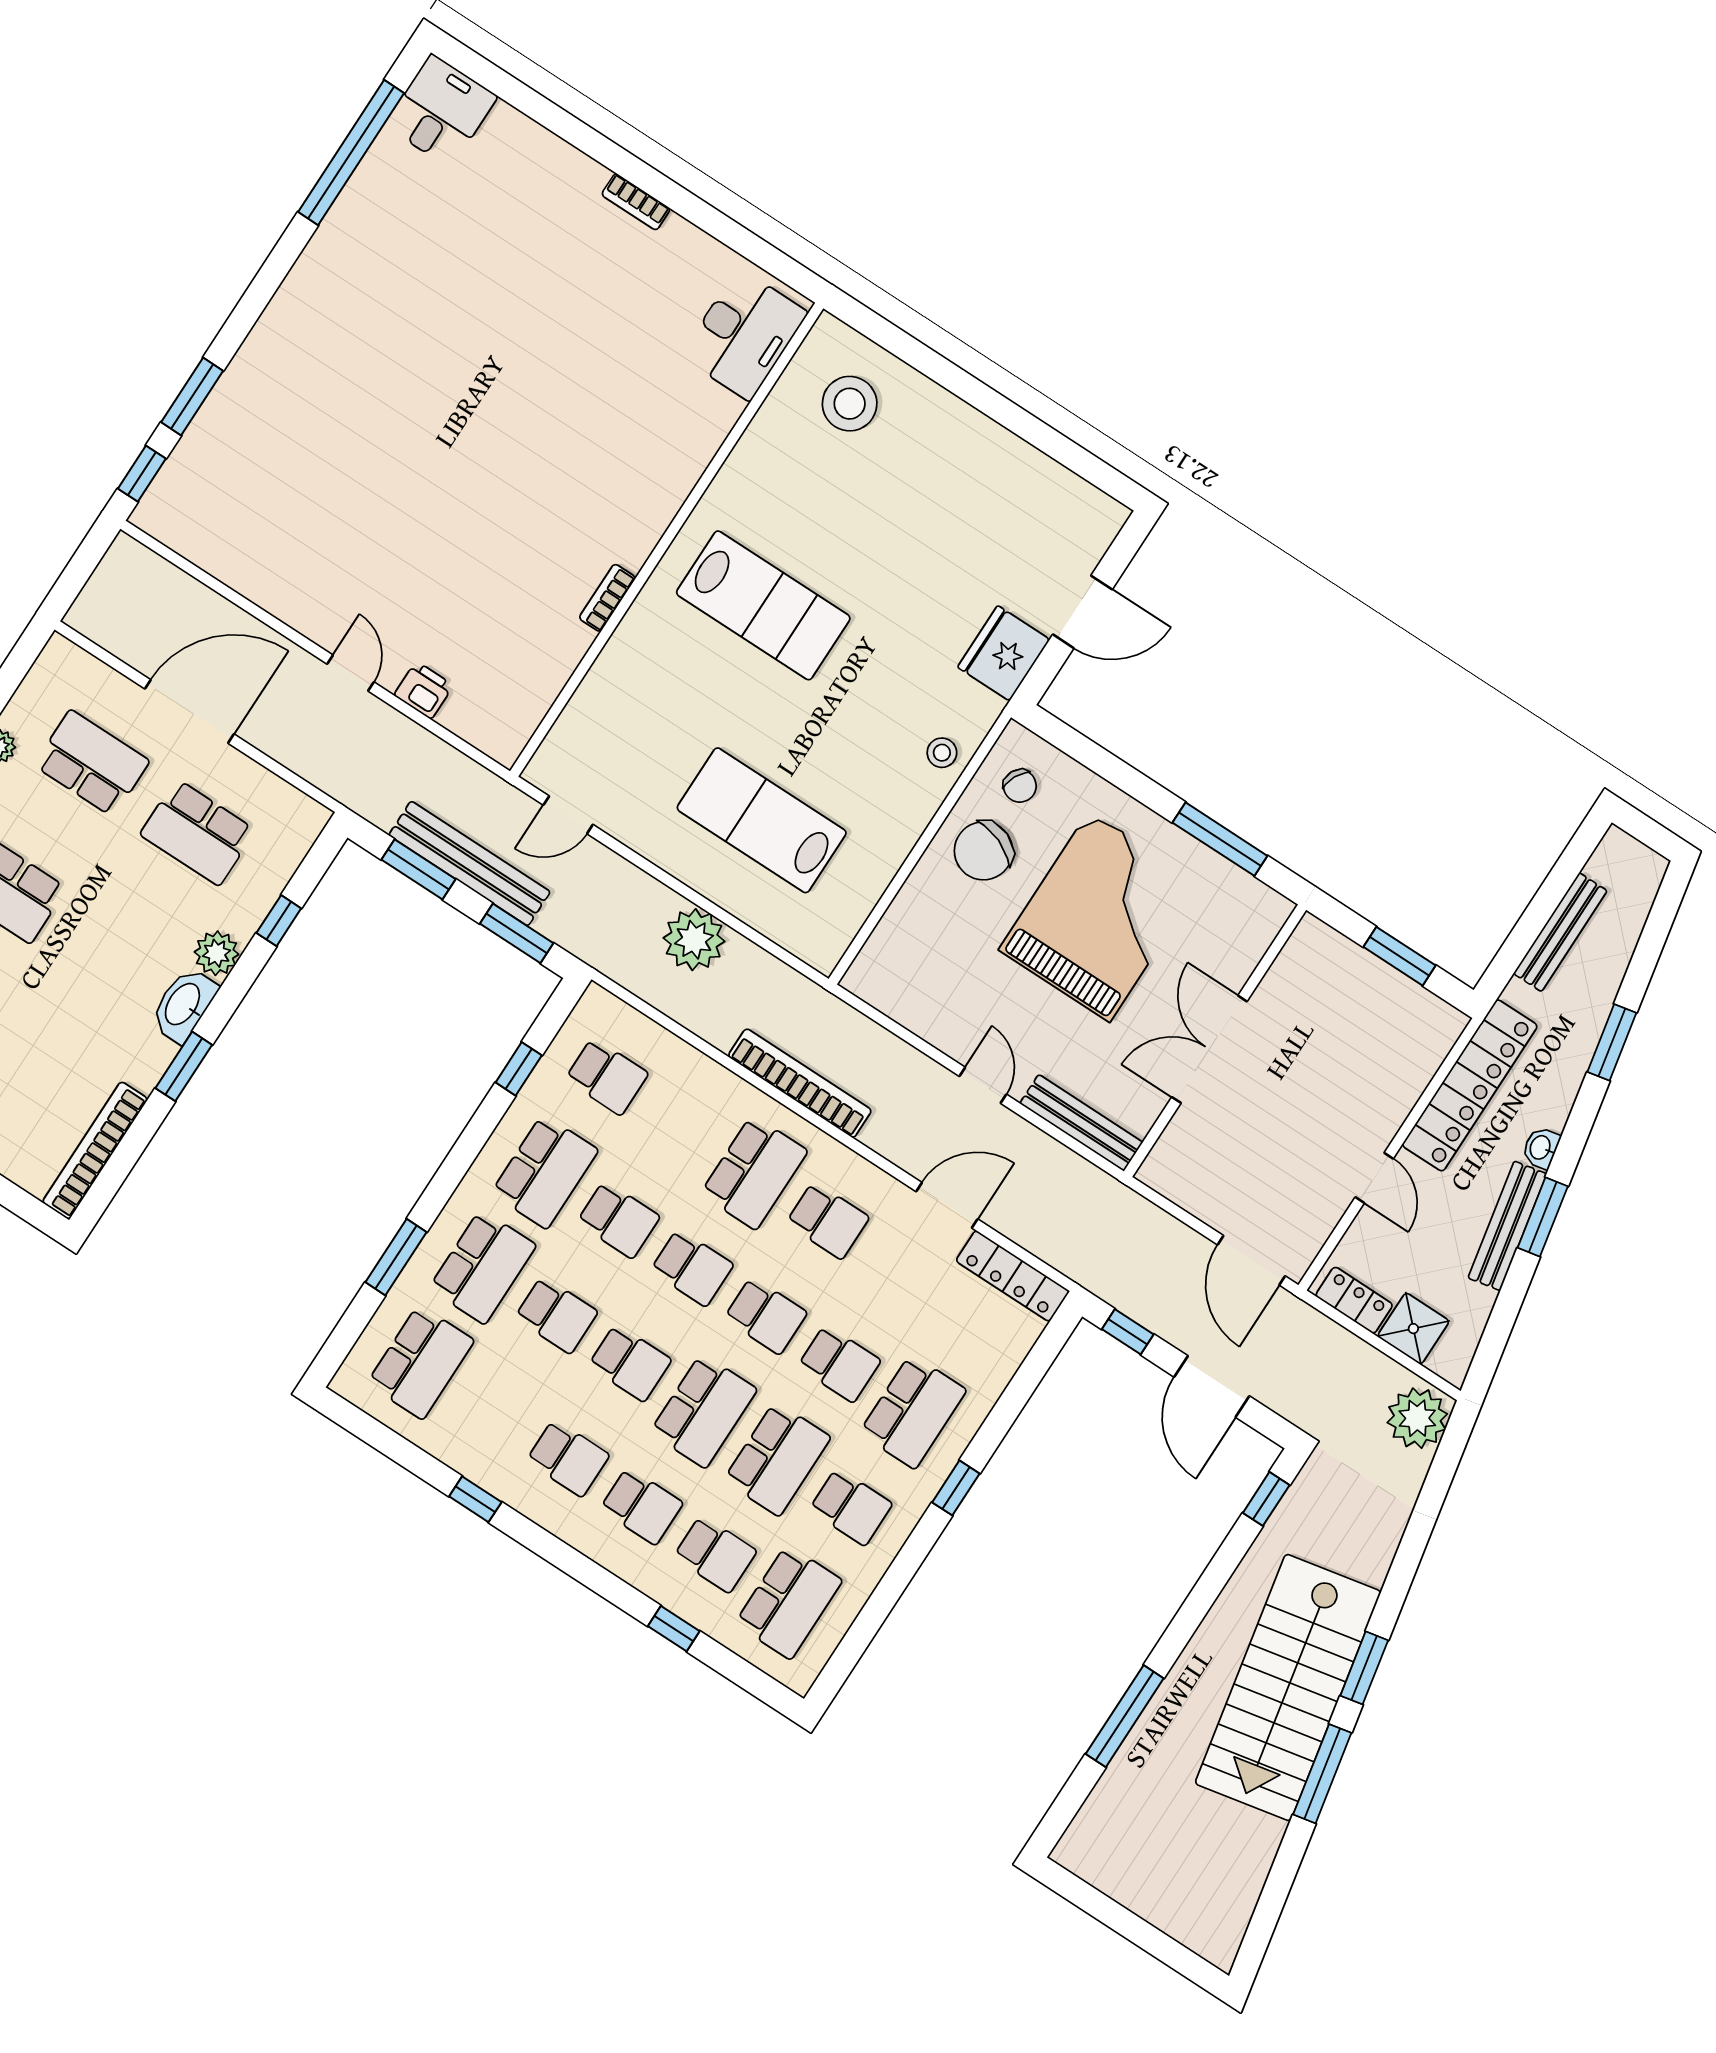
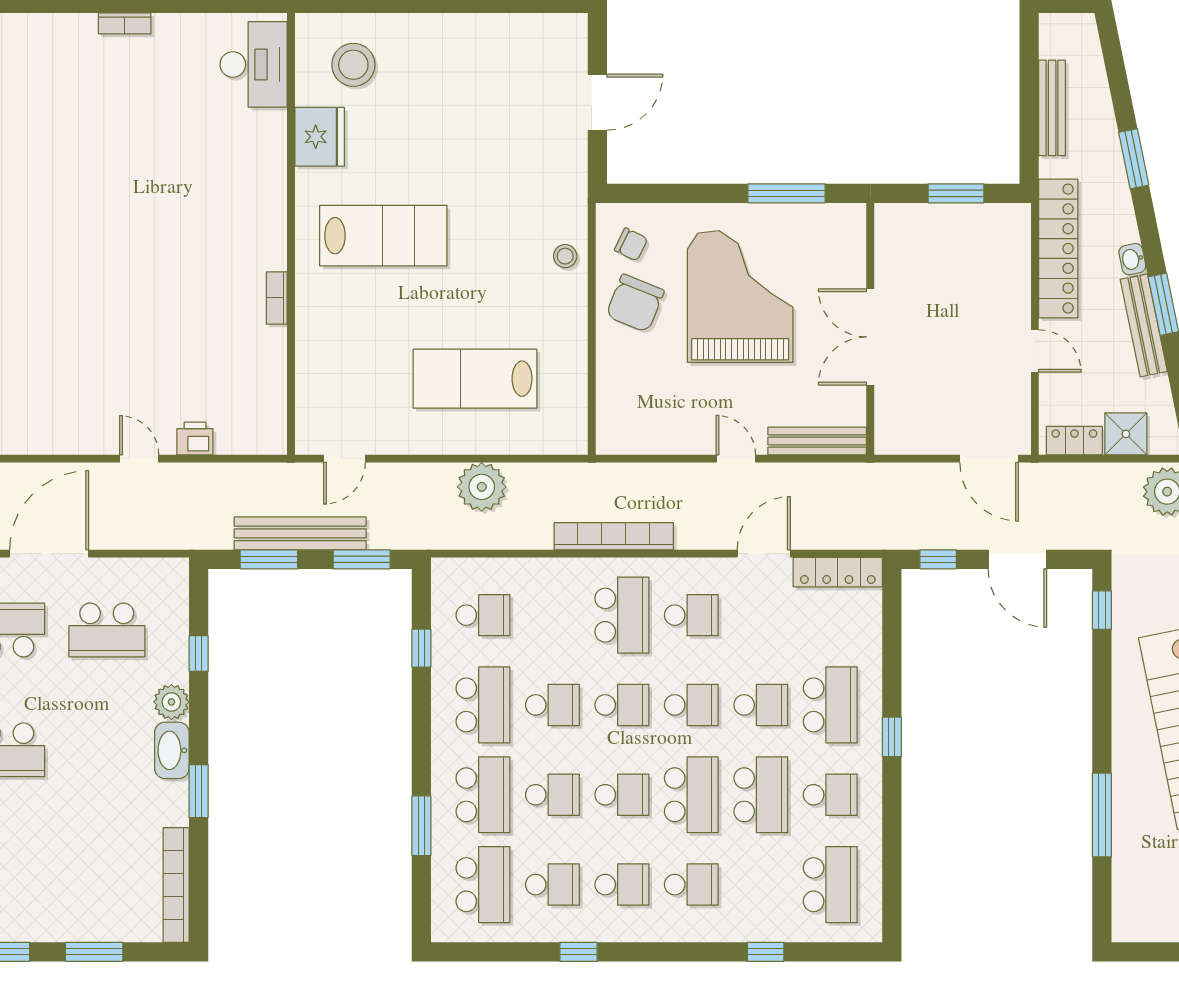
fridge: (1004, 653) -> (320, 137), moved, turned 180
school desk: (715, 1554) -> (552, 885), moved

